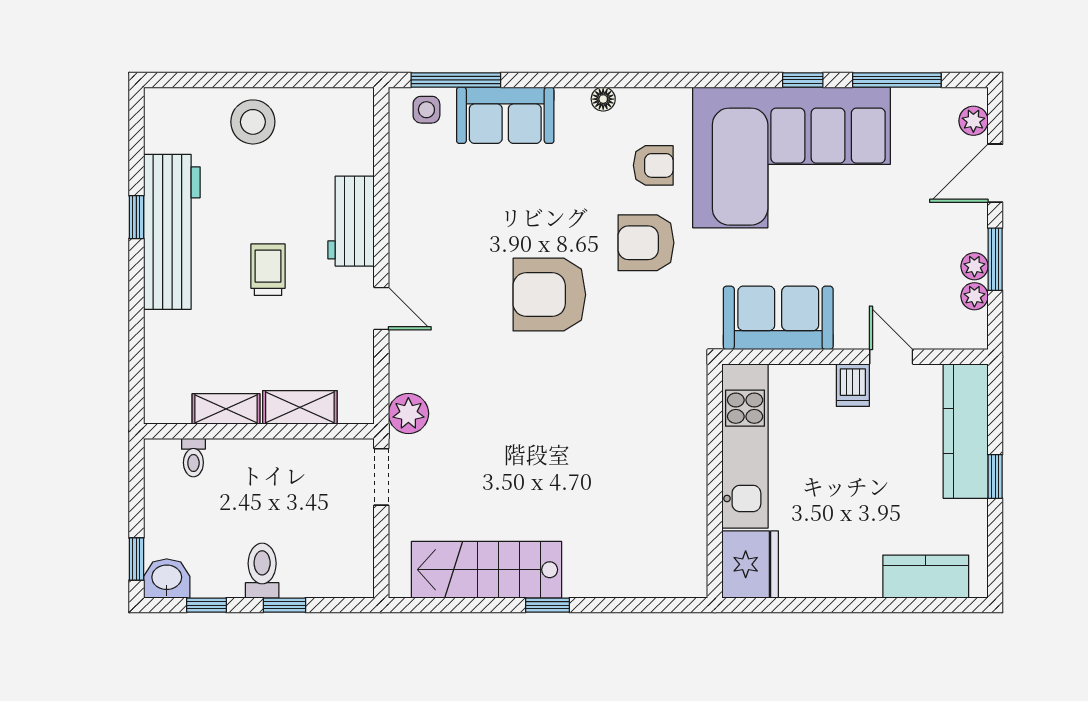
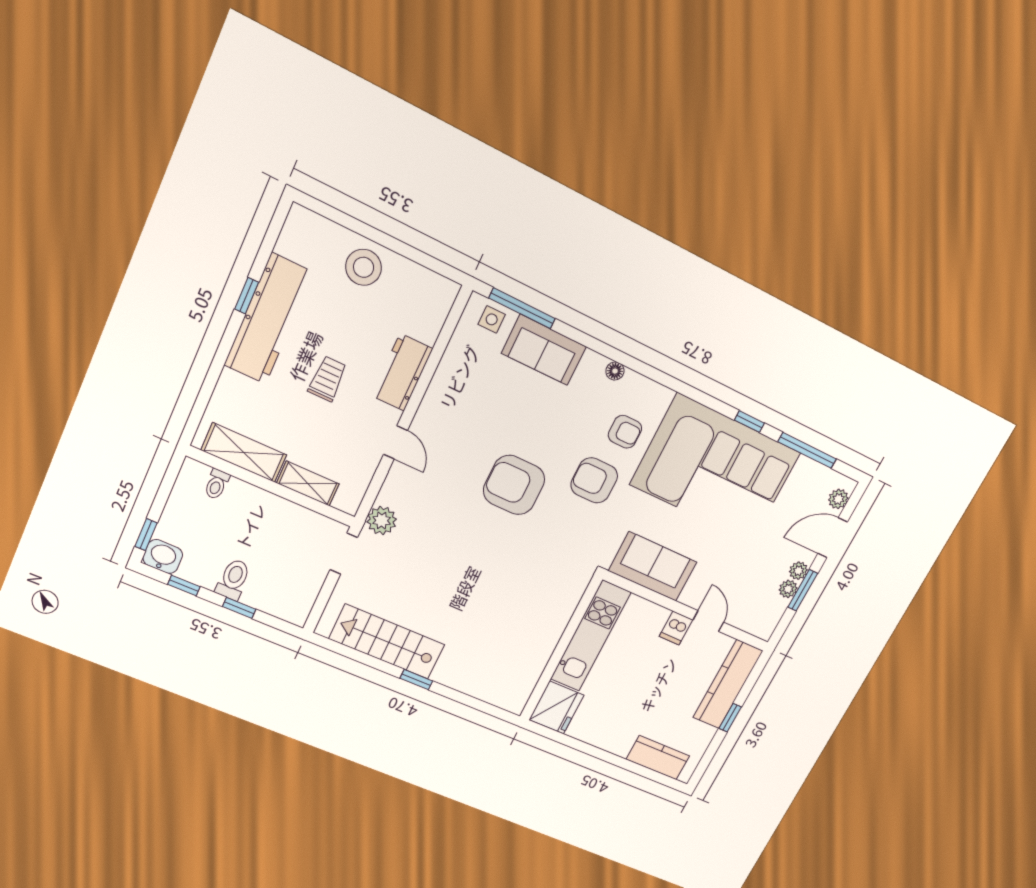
plant: (974, 296) -> (798, 571), moved
shelving: (226, 409) -> (244, 453), width x1.50, depth x1.33

